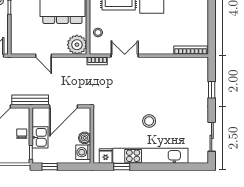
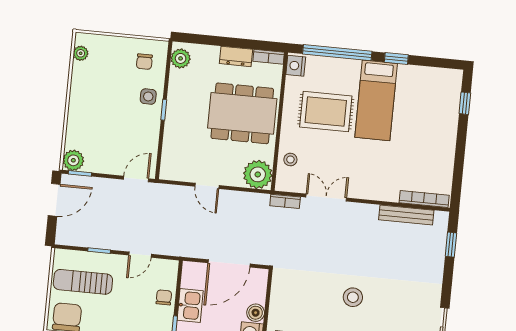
window: (212, 90) -> (451, 245), moved
bench: (30, 100) -> (406, 215), moved

